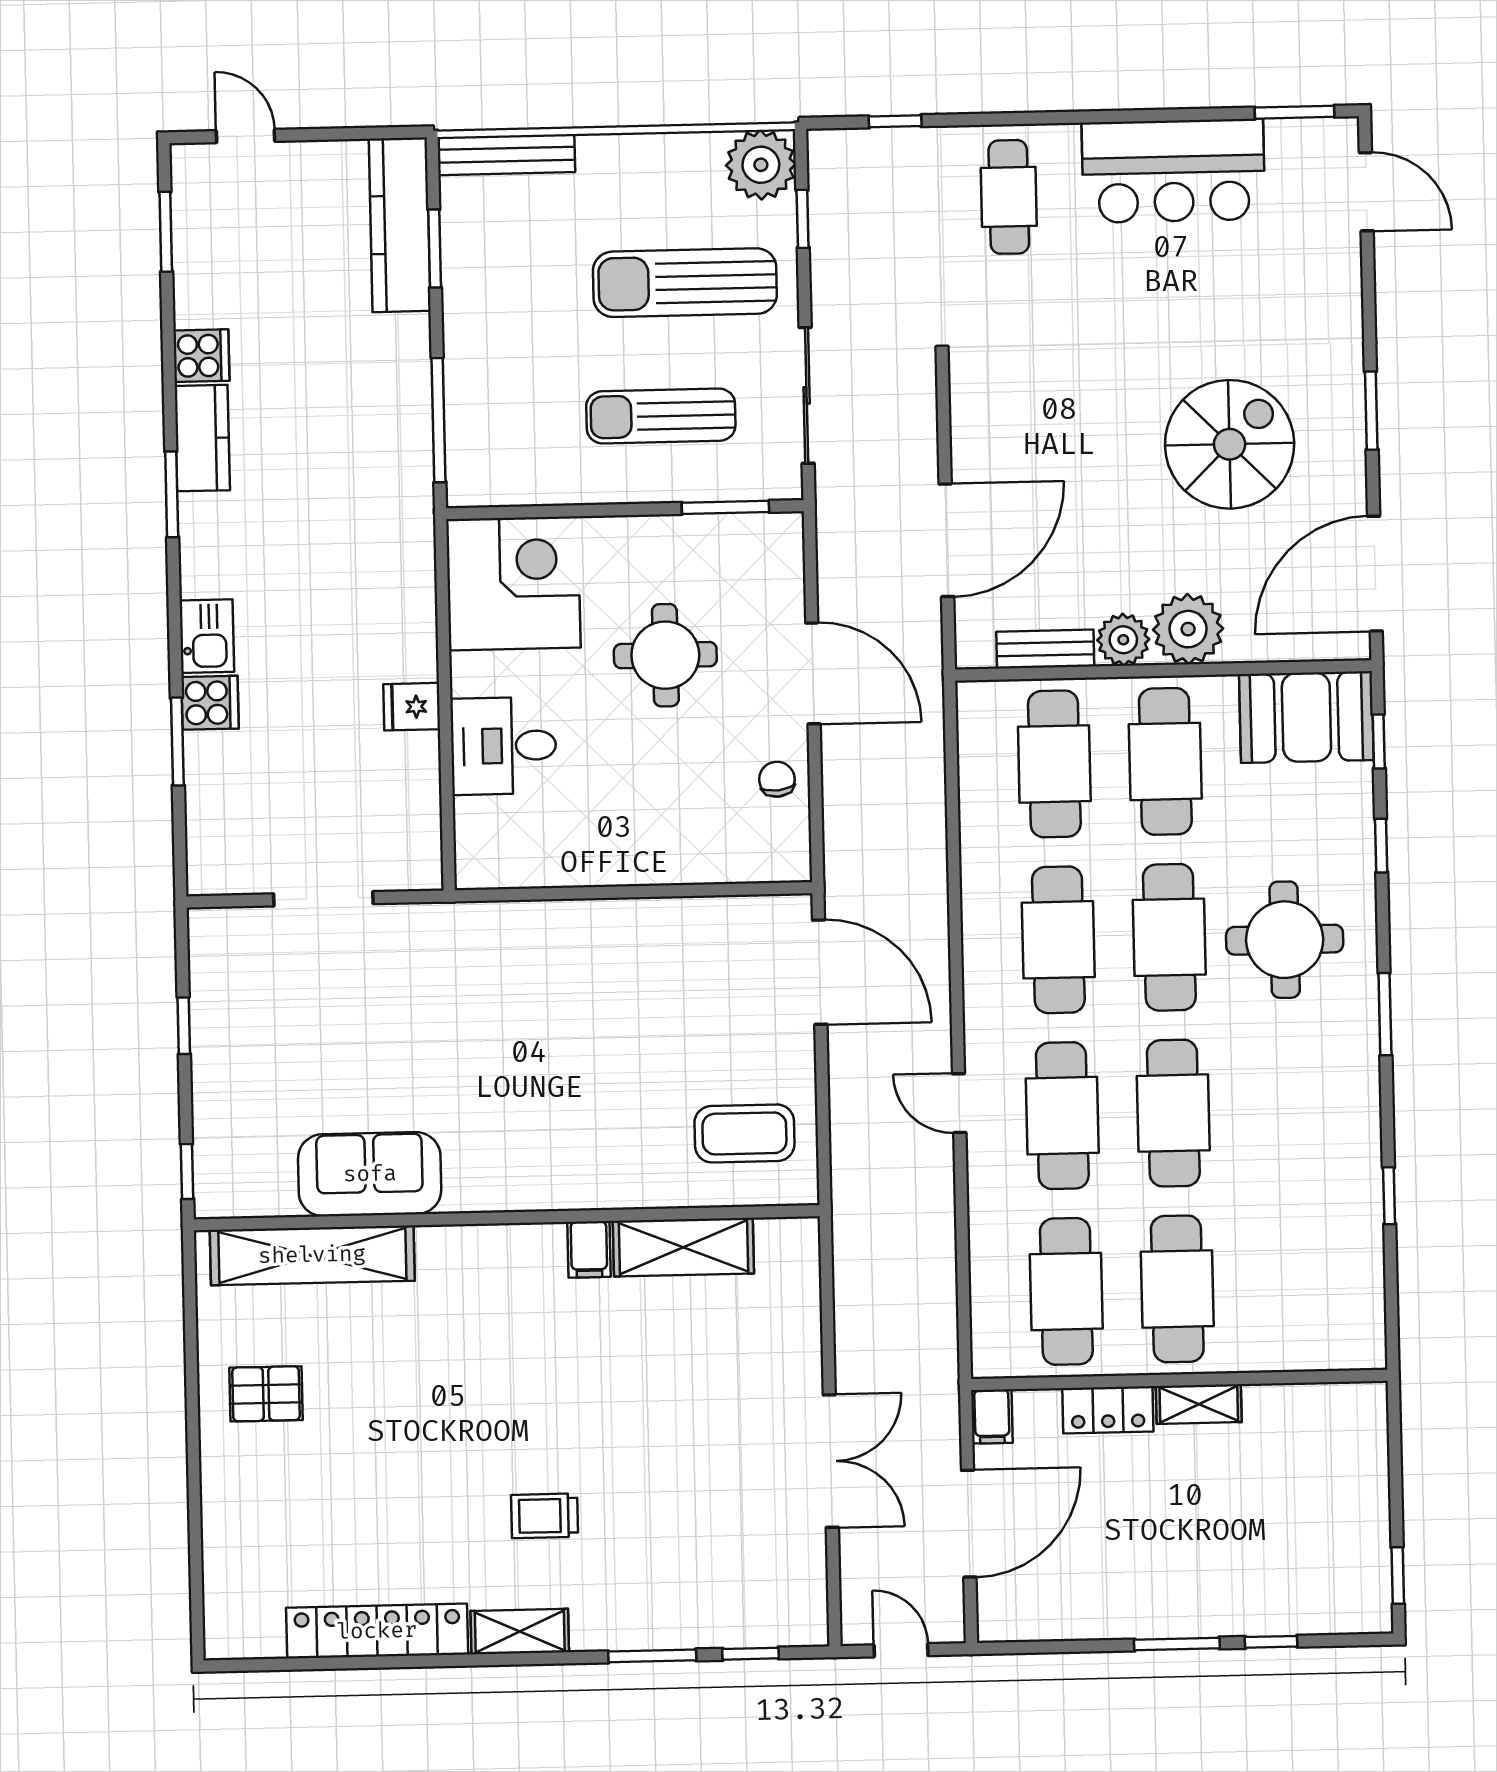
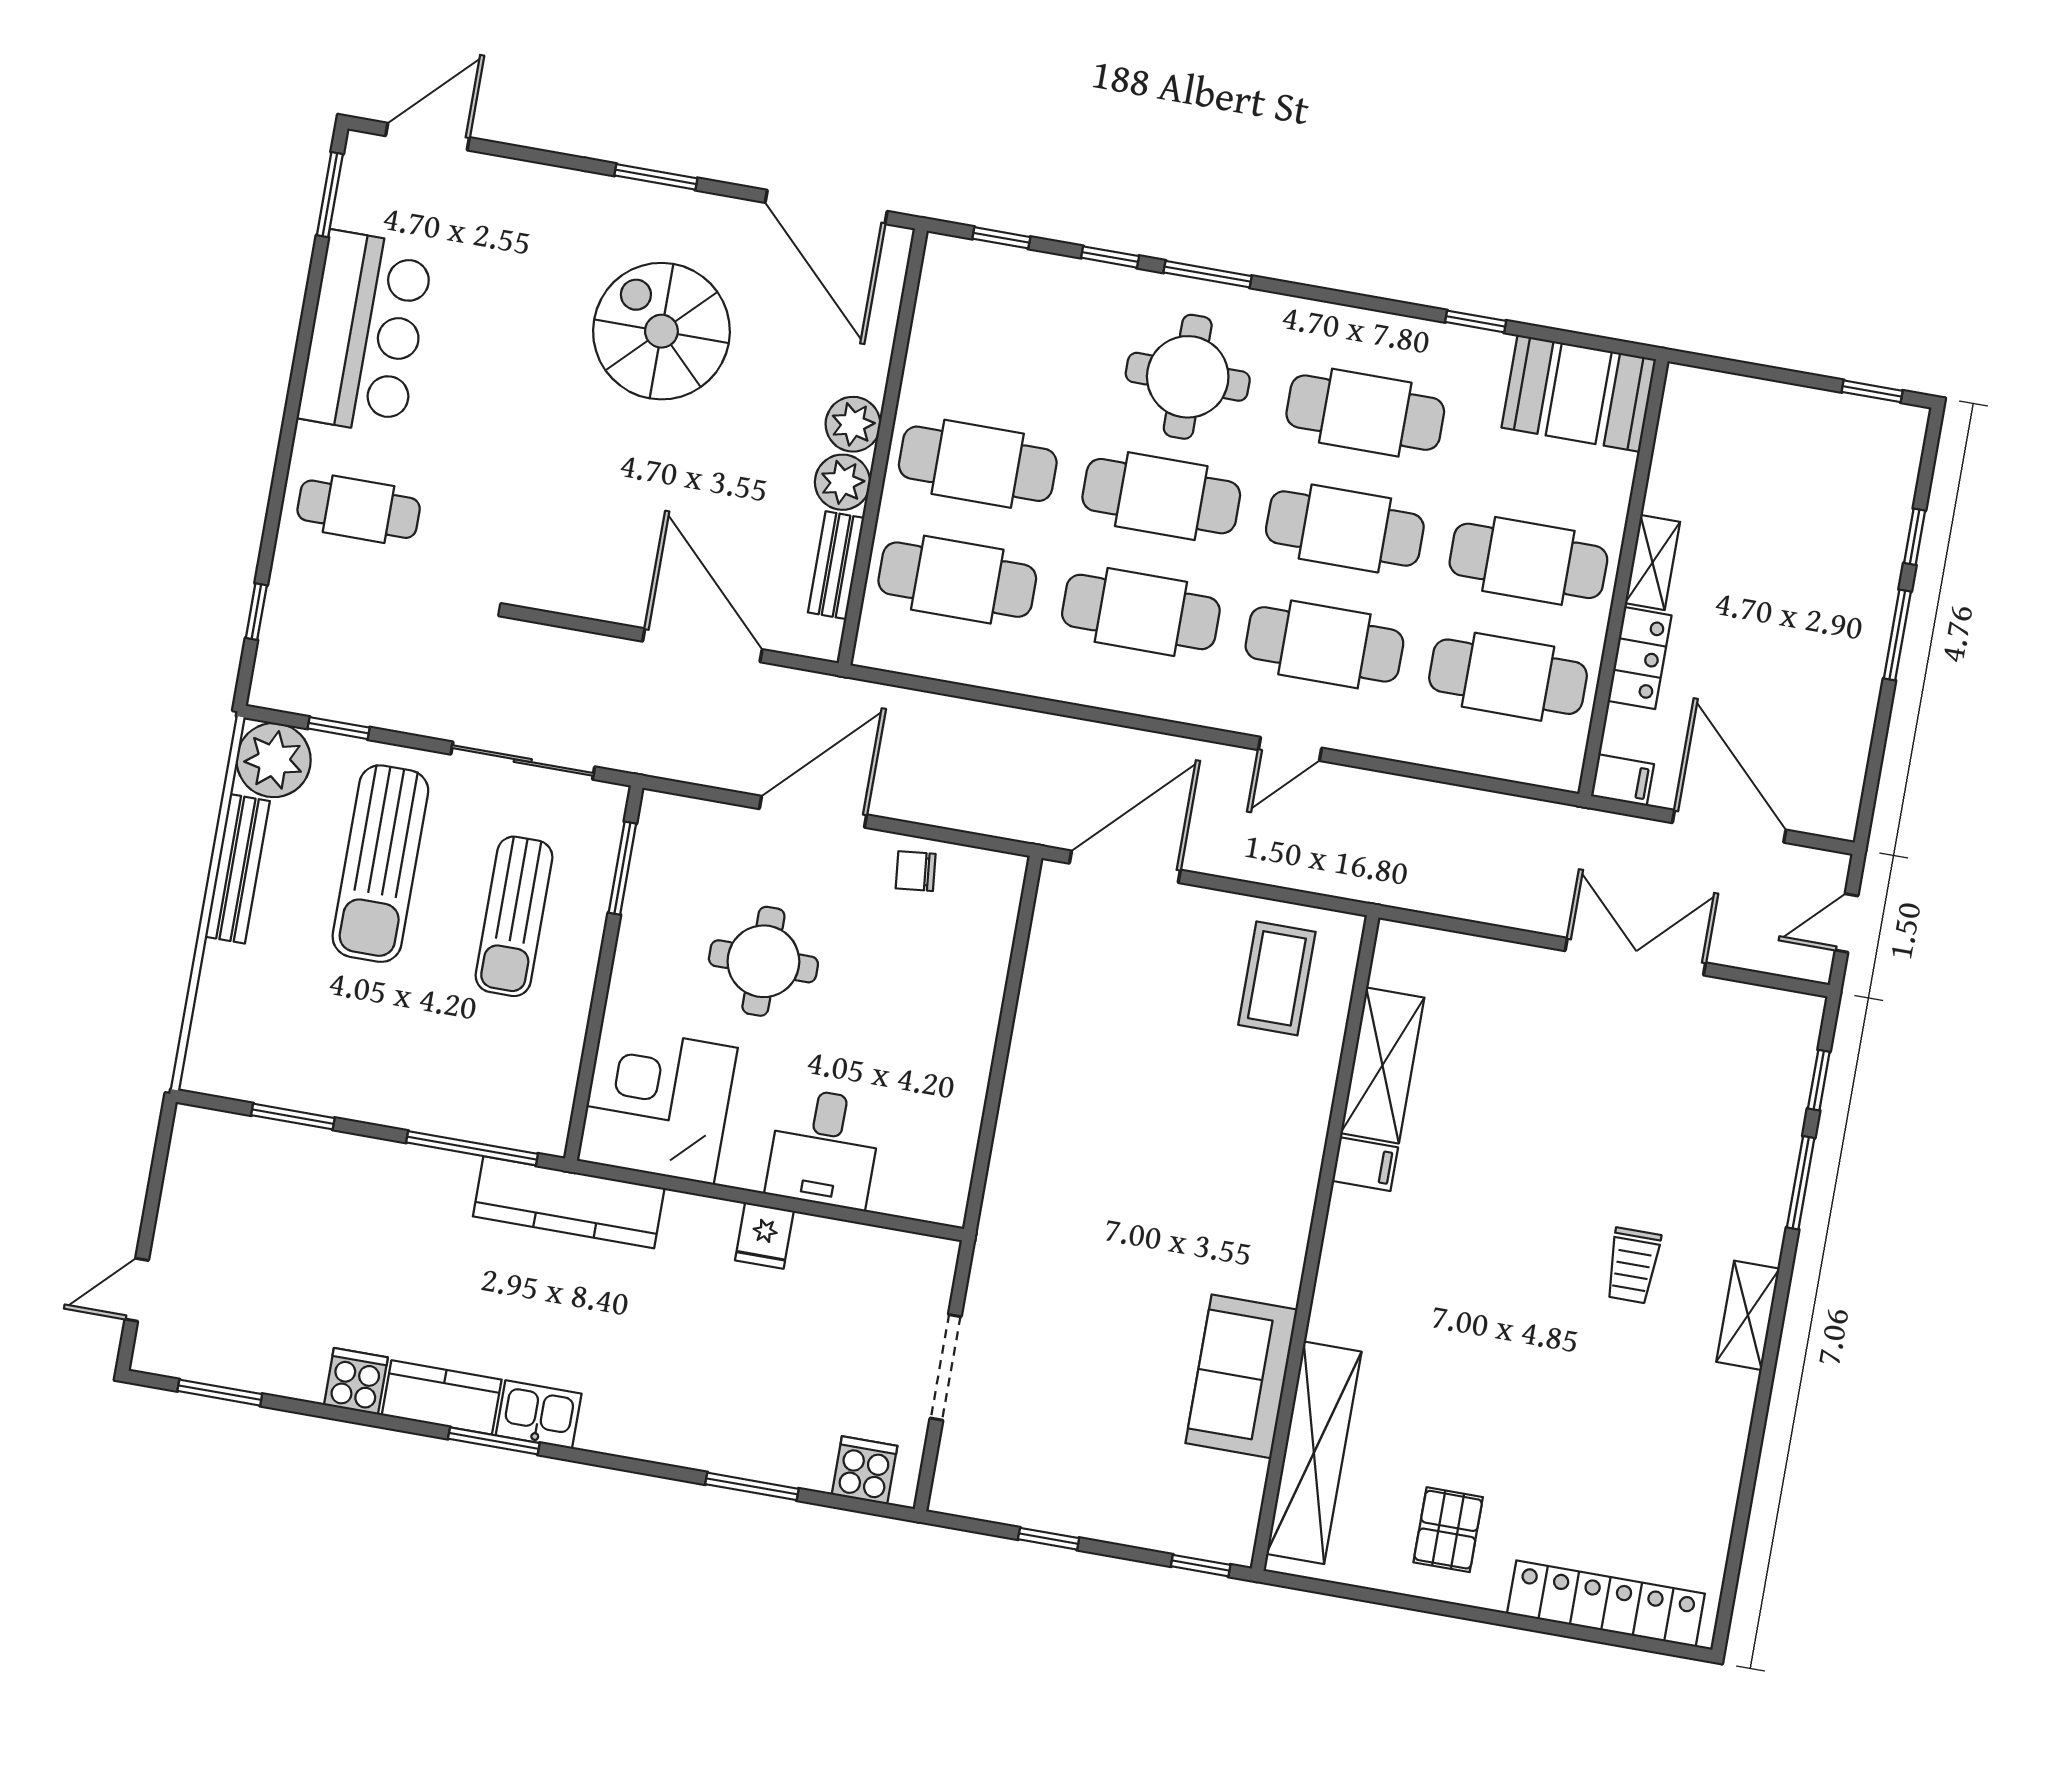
bench: (506, 155) -> (237, 869), moved
kitchen counter: (400, 225) -> (569, 1202), moved
plant: (1188, 629) -> (853, 424), width x0.73, depth x0.73
kitchen sink: (207, 636) -> (539, 1414), moved
cooker: (210, 703) -> (865, 1470), moved
booth: (1306, 717) -> (1579, 393), moved, turned 90
window: (1385, 1014) -> (1208, 274), moved
cafe table: (1284, 1111) -> (1365, 413), added
locker: (377, 1631) -> (1606, 1604), moved, turned 90

